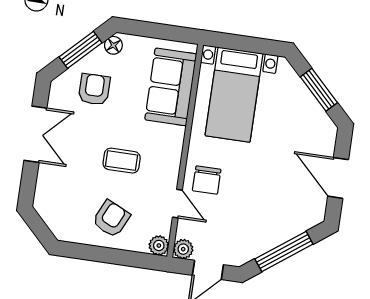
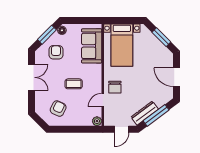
door: (177, 204) -> (103, 100), swing flipped
armchair: (111, 219) -> (58, 109), moved
dresser: (261, 243) -> (145, 113), added
plant: (183, 249) -> (109, 121), removed

